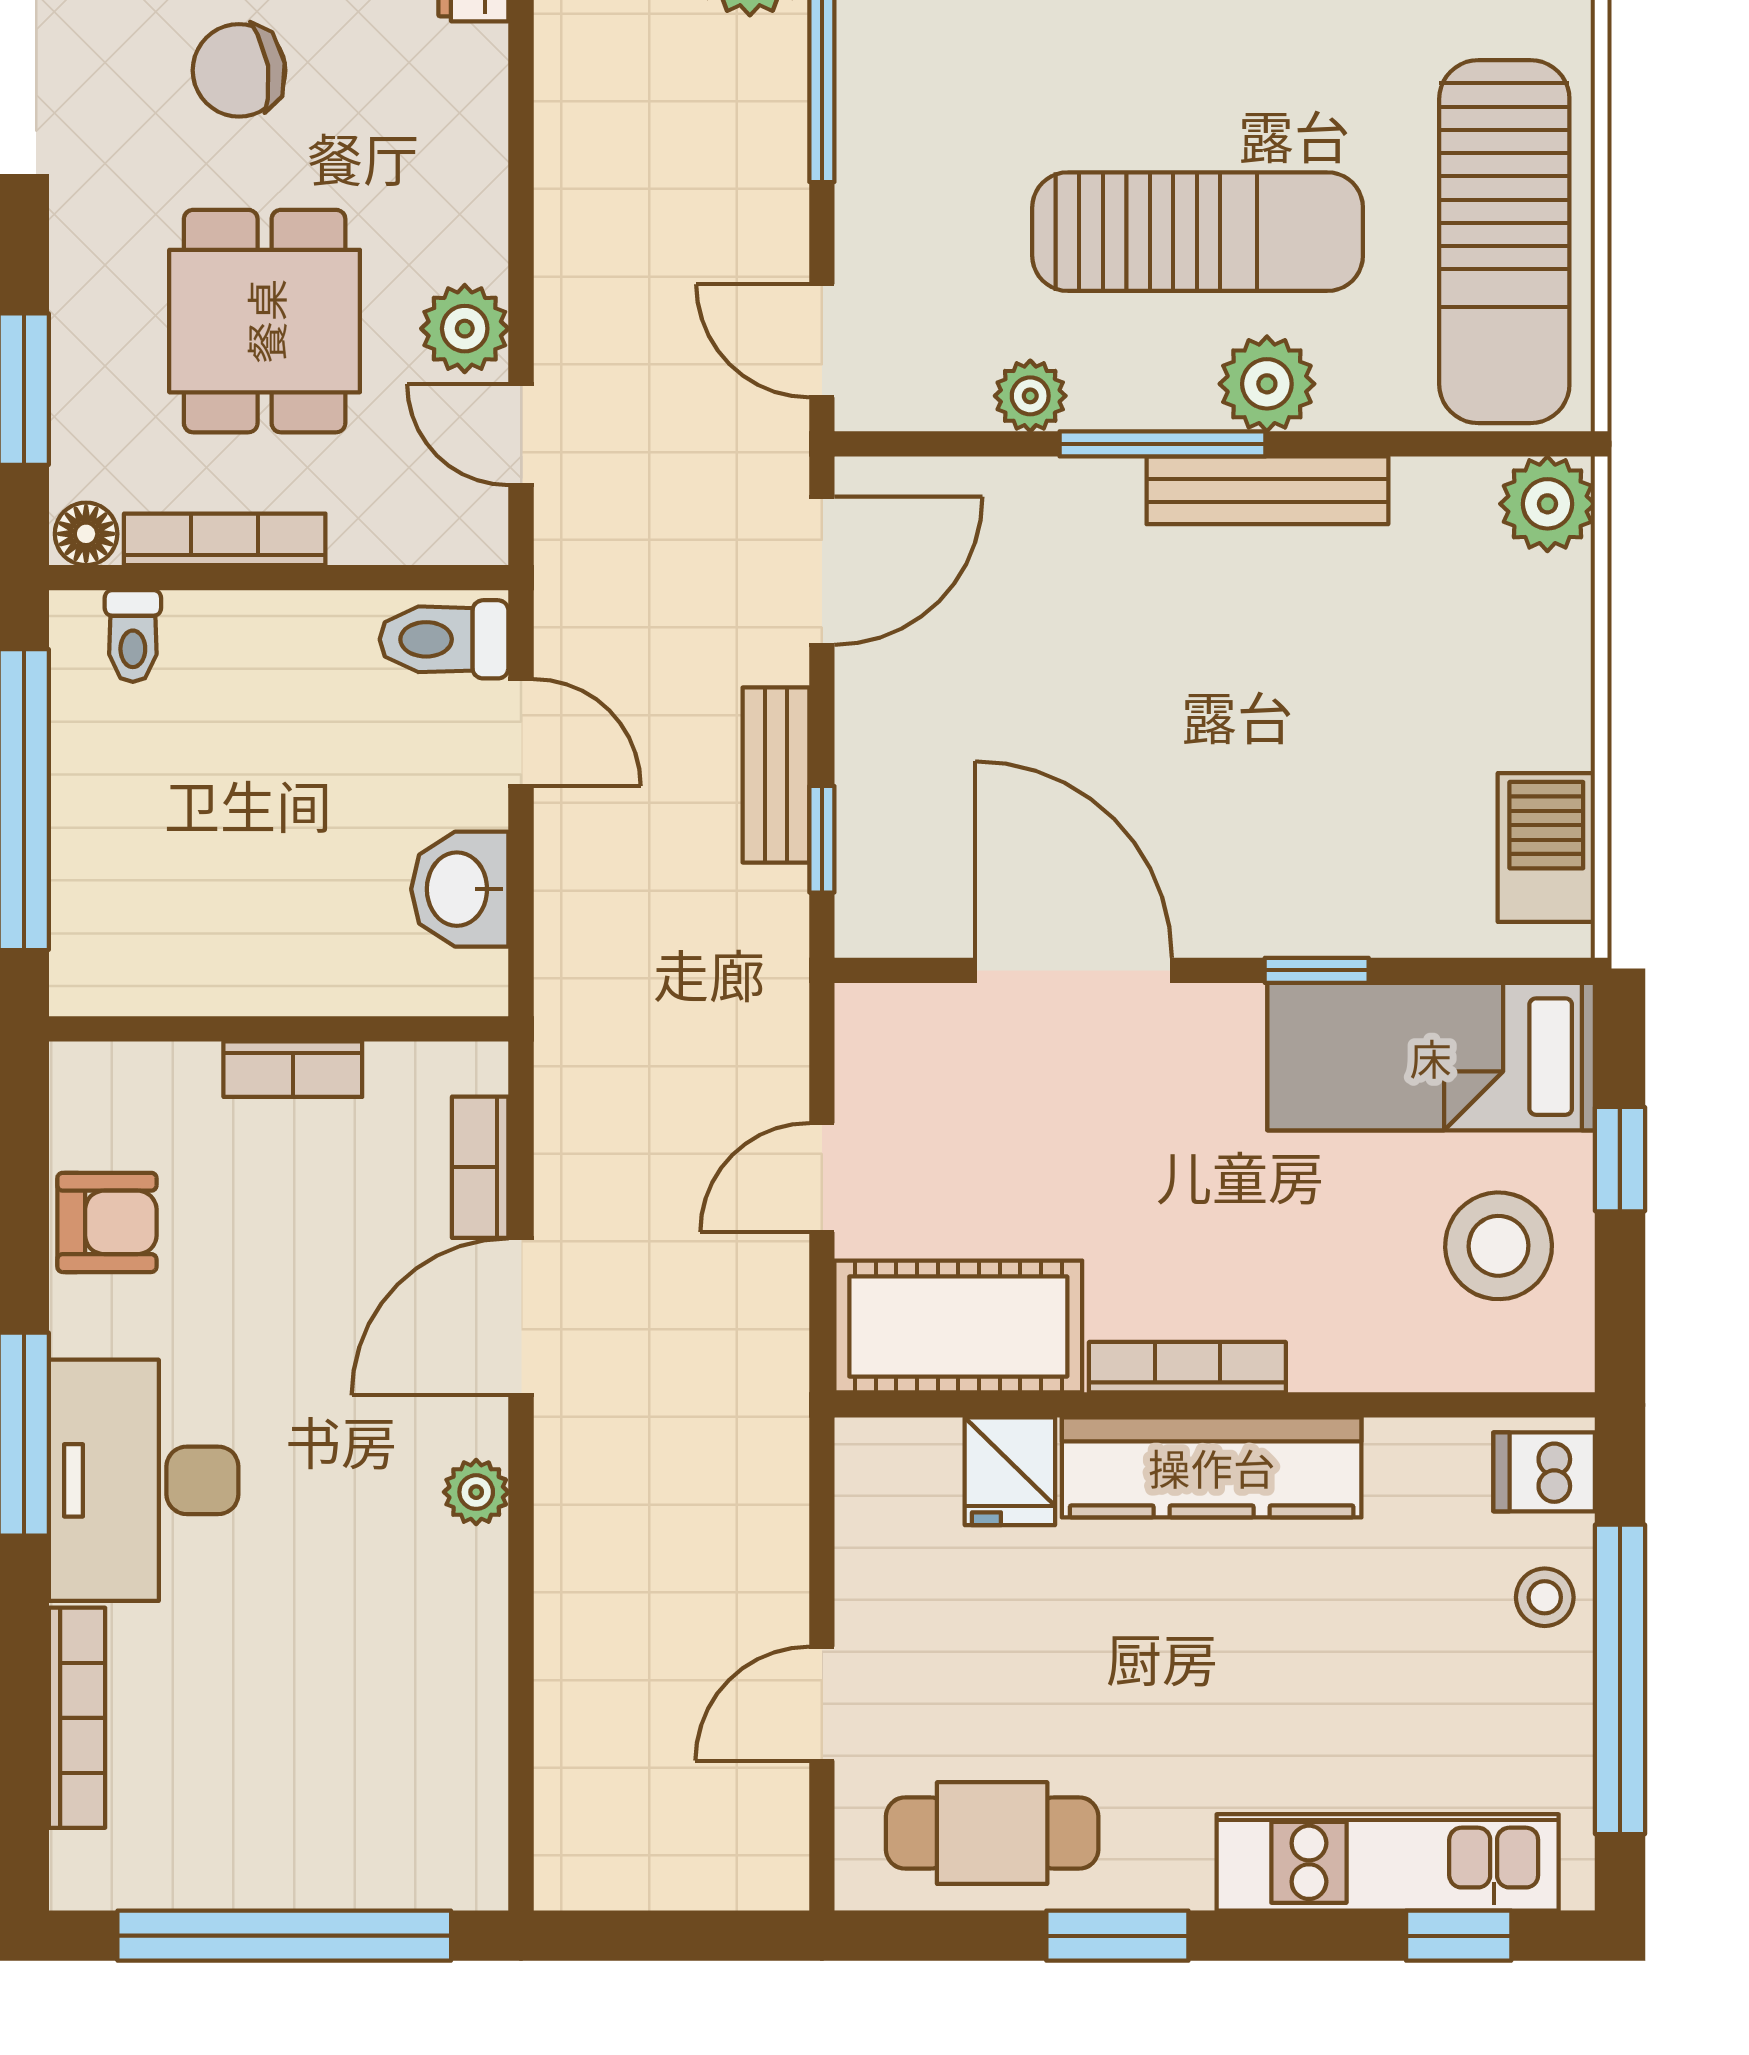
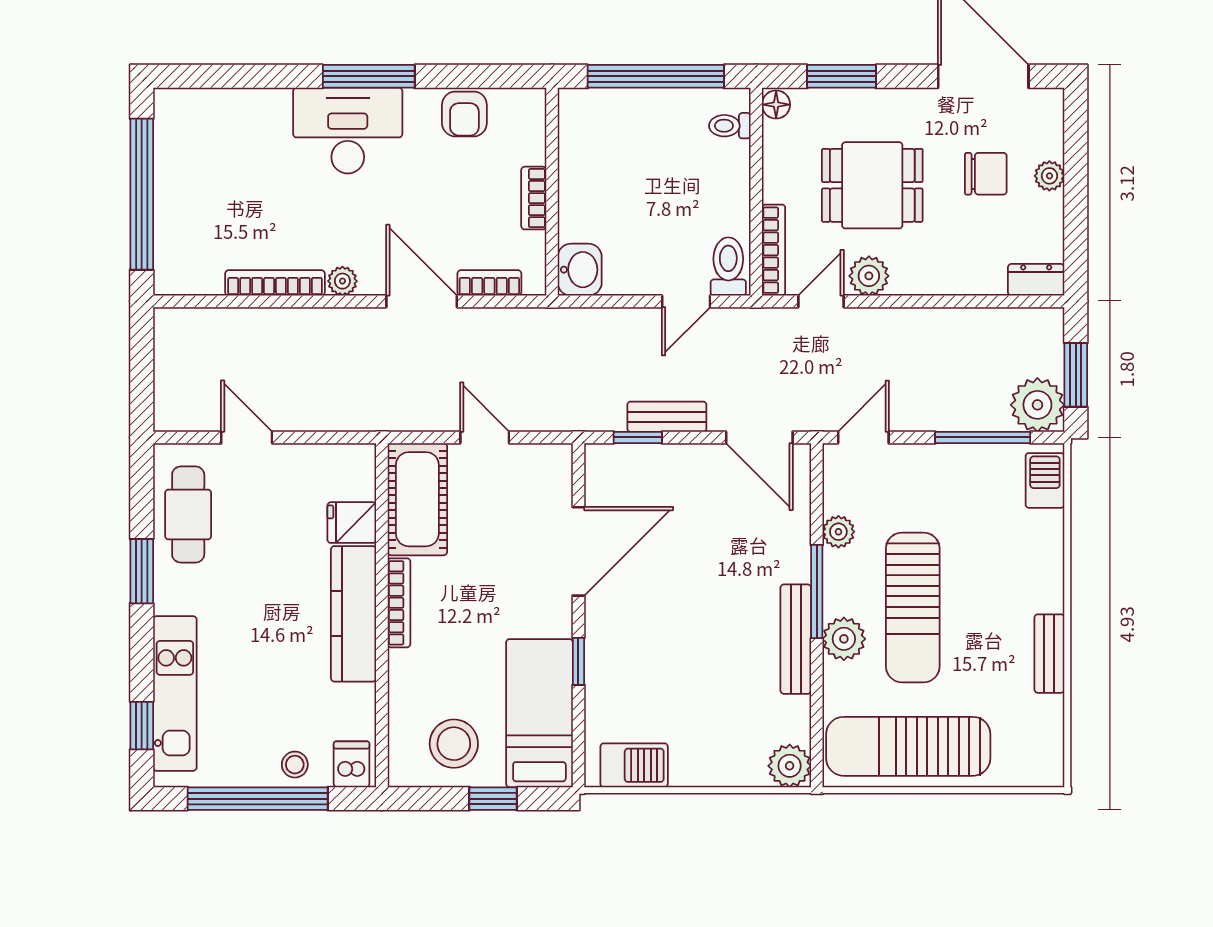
chair: (239, 70) -> (986, 174), turned 99
bookcase: (225, 539) -> (774, 250), moved
washbasin: (460, 889) -> (580, 270), moved, turned 90
bookcase: (77, 1718) -> (275, 283), moved, turned 180

